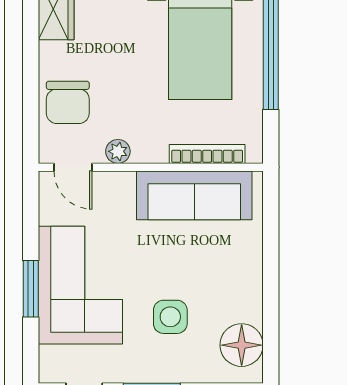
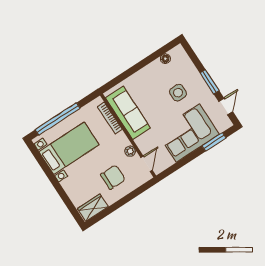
chair: (68, 102) -> (113, 177), moved
window: (31, 289) -> (214, 142), moved
floor lamp: (242, 345) -> (165, 59), width x0.53, depth x0.53

